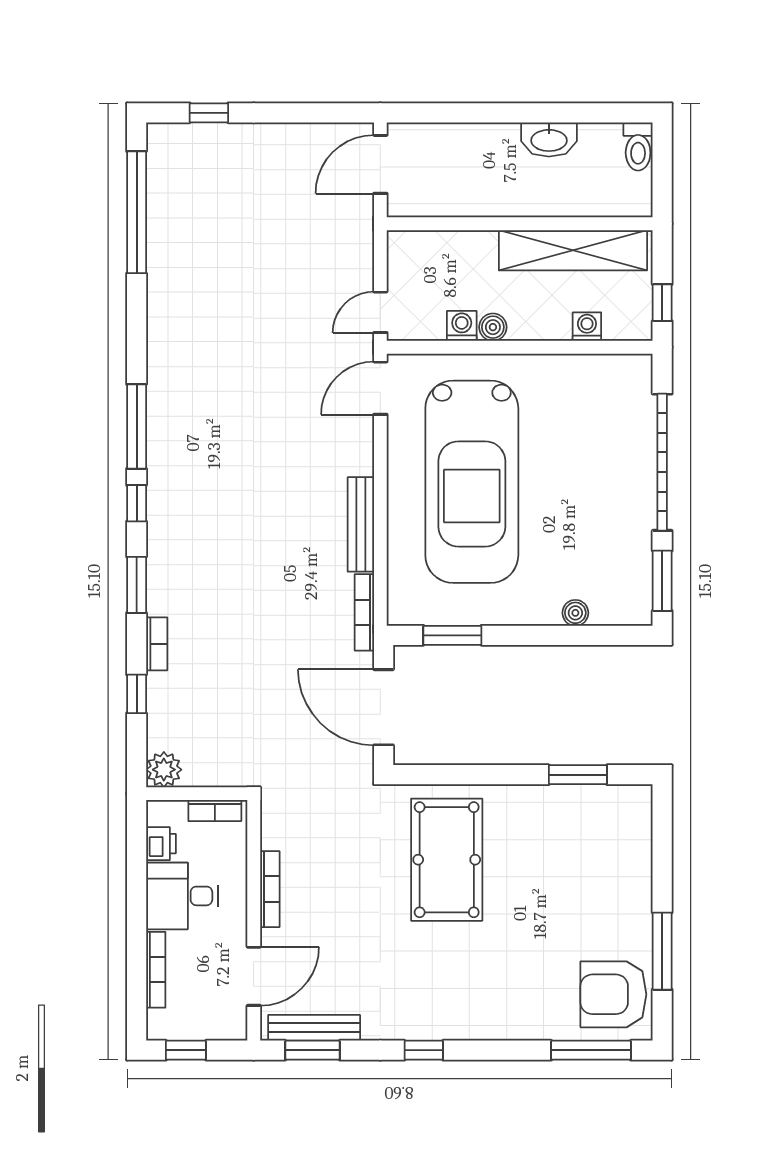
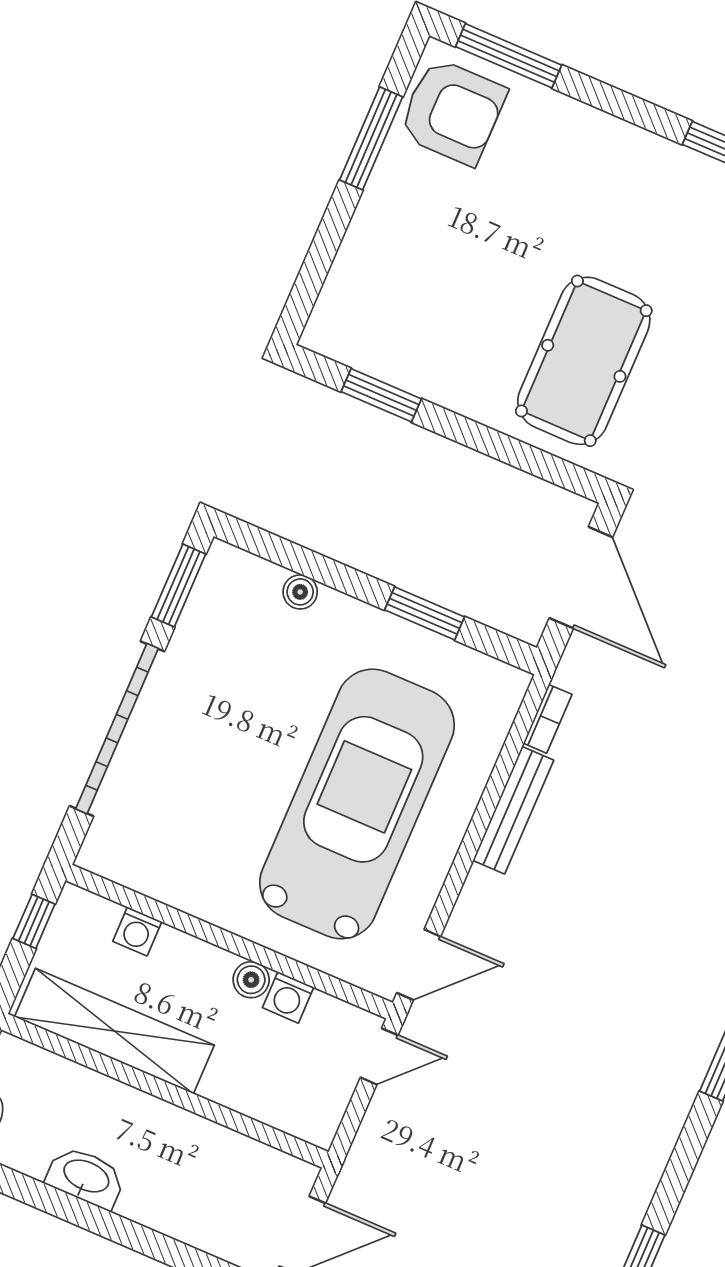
bookcase: (364, 612) -> (548, 719), width x0.64
window: (452, 635) -> (425, 613), moved

